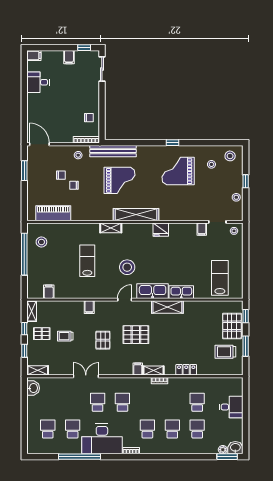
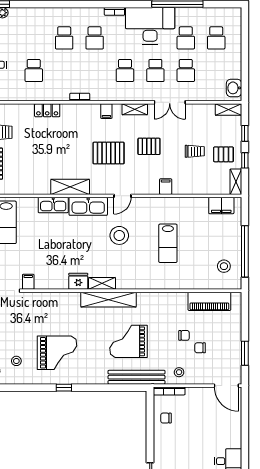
shelving: (111, 228) -> (102, 283), moved
filing cabinet: (49, 292) -> (221, 206), width x2.00
pallet: (103, 340) -> (149, 146), turned 90
shelving: (153, 371) -> (135, 109), moved
school desk: (197, 429) -> (186, 70), moved

